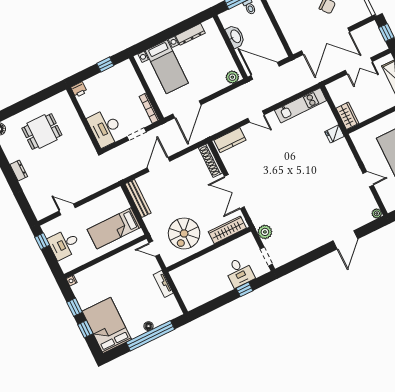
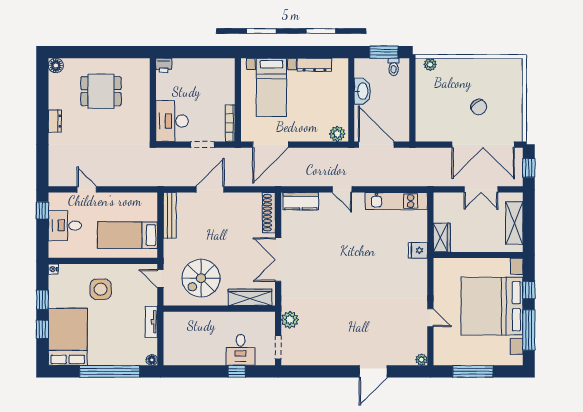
double door: (325, 41) -> (483, 145), moved
window: (105, 65) -> (206, 52), removed
side table: (114, 278) -> (101, 289), added
floor lamp: (148, 326) -> (152, 360), moved

